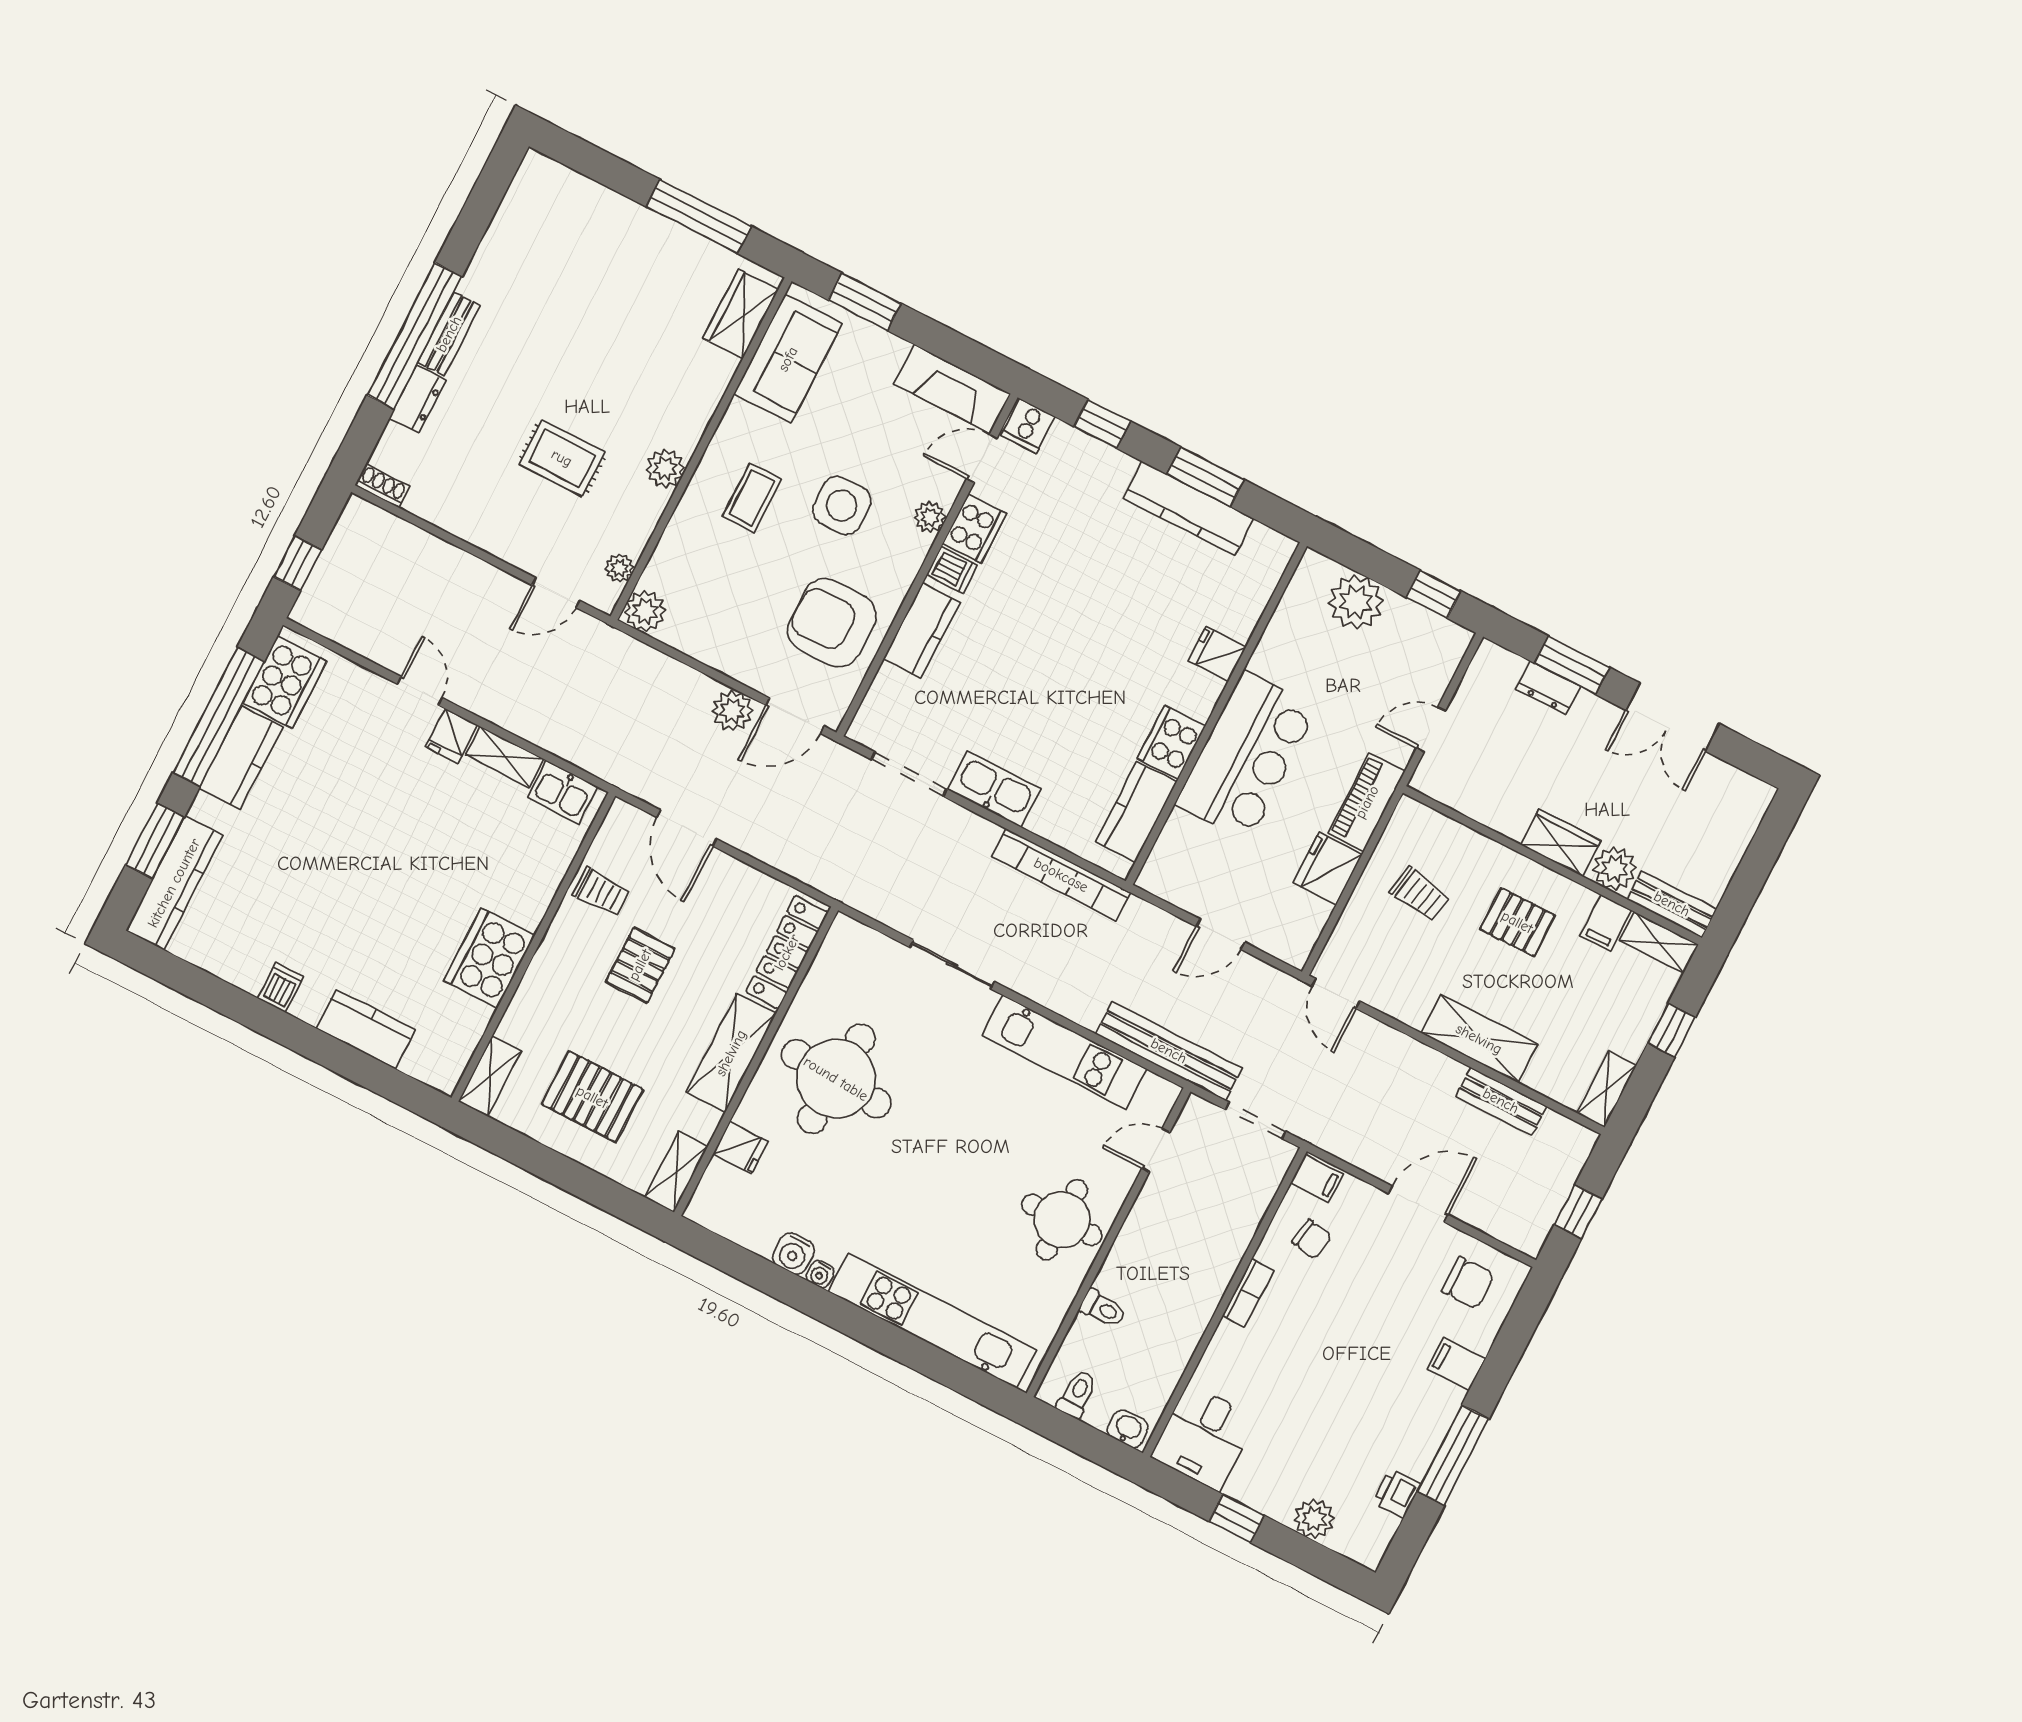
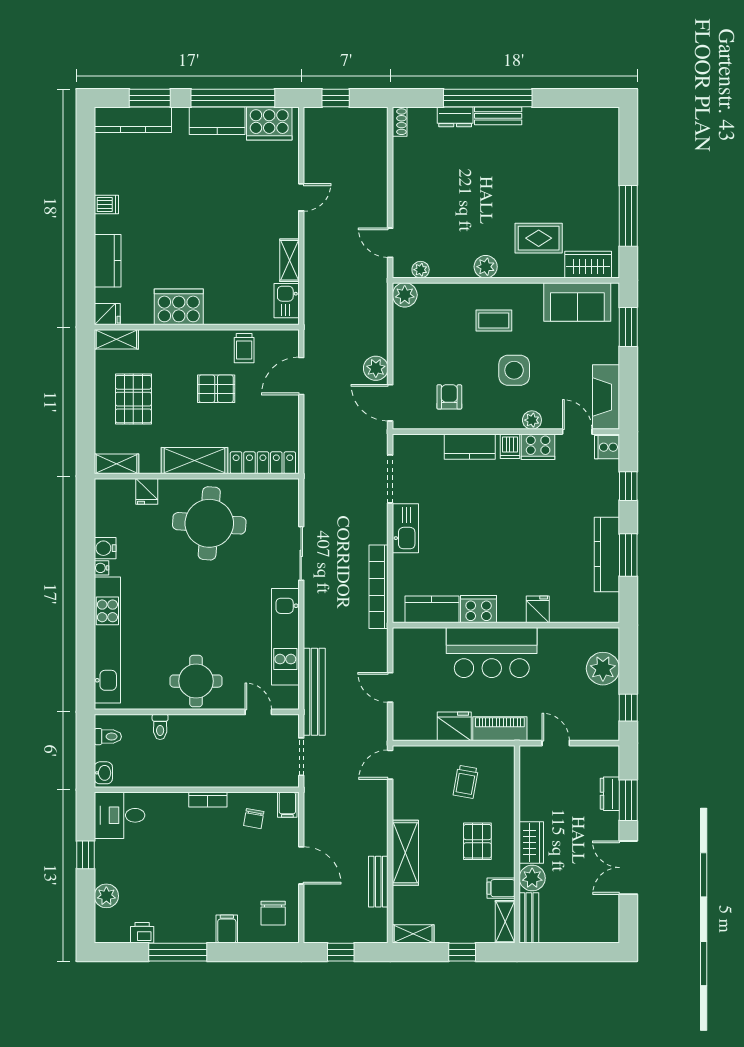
rug: (562, 458) -> (539, 238), moved, turned 90
armchair: (832, 623) -> (449, 397), width x0.53, depth x0.53
fridge: (451, 736) -> (107, 314), moved, turned 180

